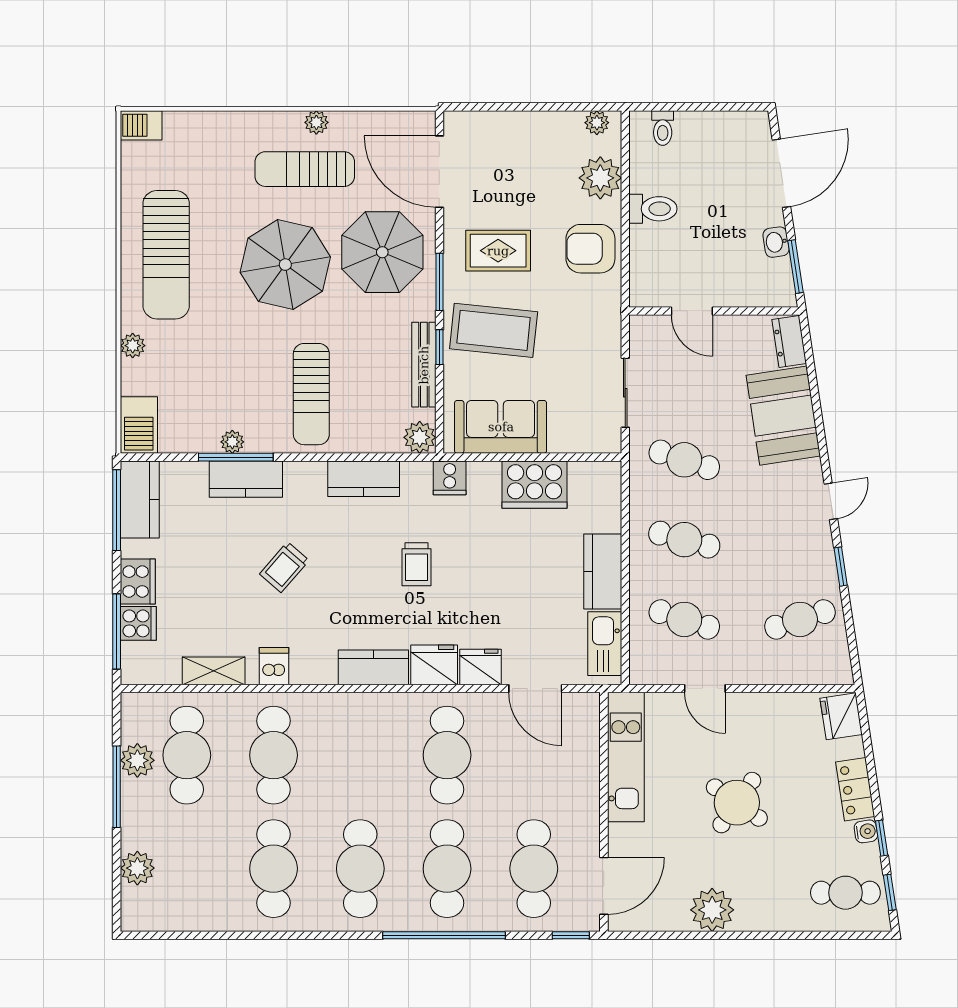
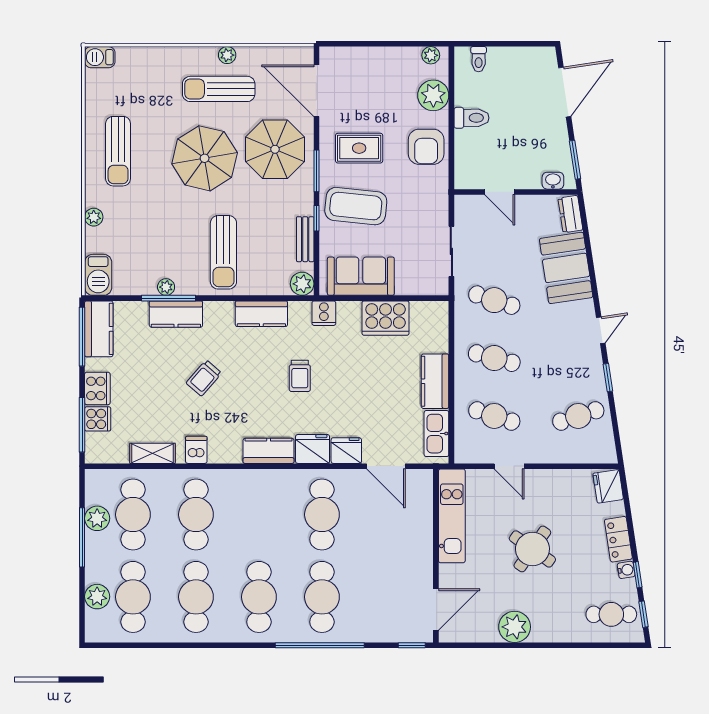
washbasin: (776, 242) -> (553, 181), moved, turned 99
armchair: (590, 249) -> (426, 147), turned -90
sun lounger: (166, 255) -> (118, 151), width x0.73, depth x0.75
bench: (424, 365) -> (305, 239), width x0.73
cafe table: (534, 869) -> (133, 597), moved

